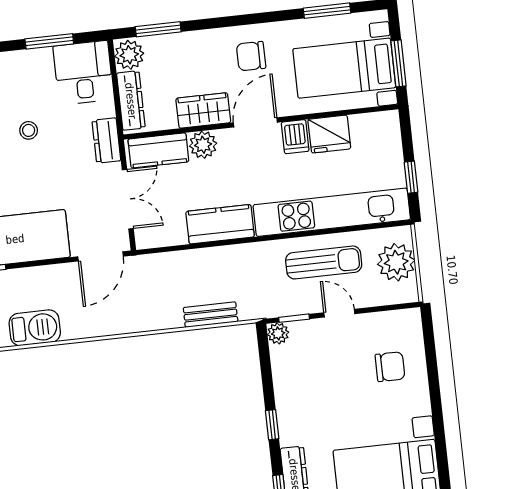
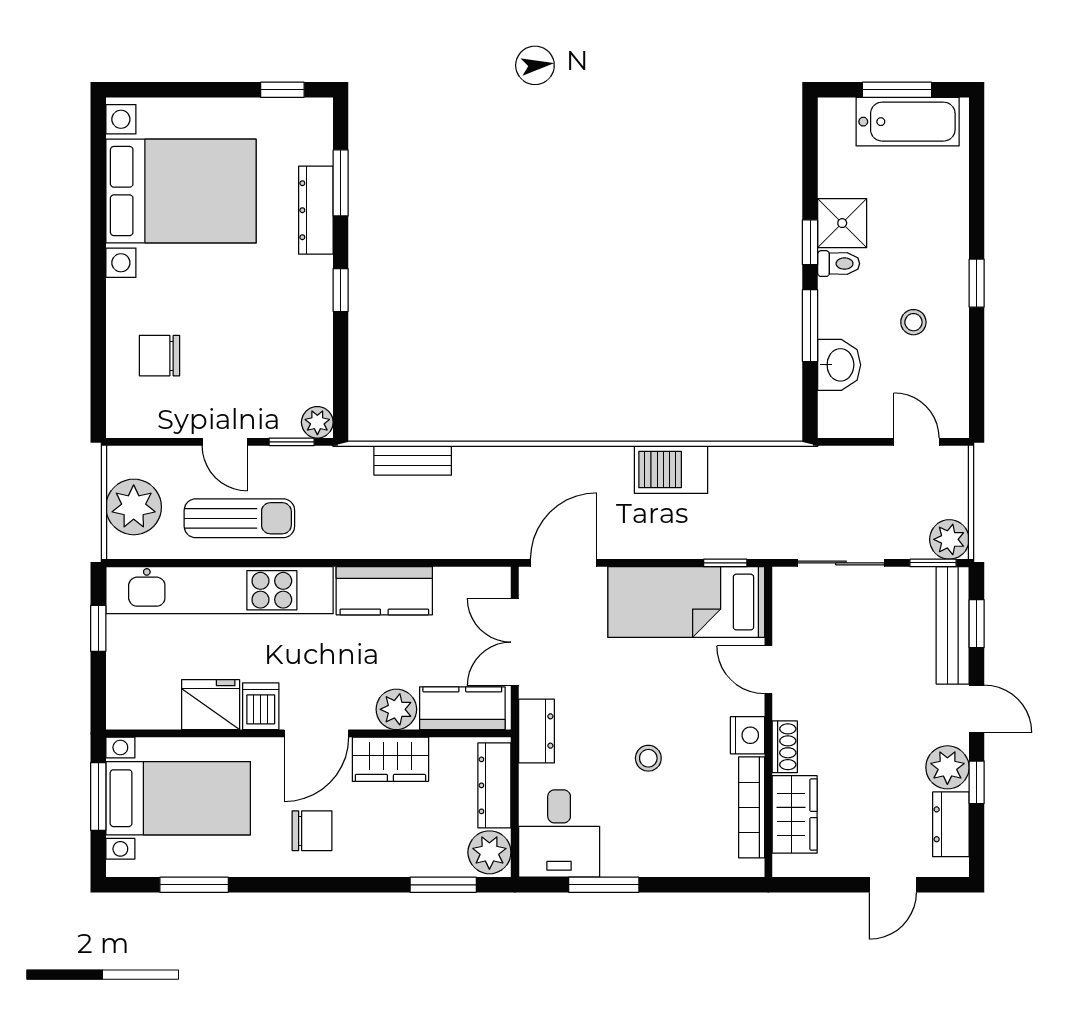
sun lounger: (324, 262) -> (239, 518), turned 180

